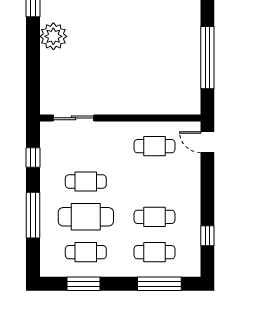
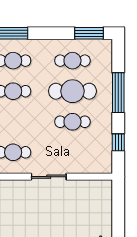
sliding door: (73, 118) -> (49, 177), moved
window: (83, 284) -> (89, 33), moved

